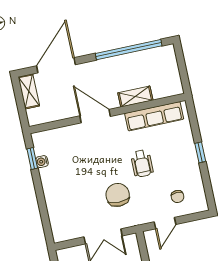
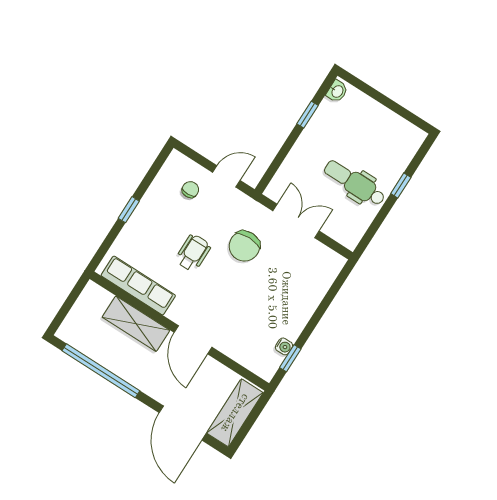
door: (56, 65) -> (183, 423), hinge flipped
shelving: (29, 91) -> (235, 413), width x1.50, depth x1.33
shelving: (135, 97) -> (136, 324), width x1.50, depth x1.33

